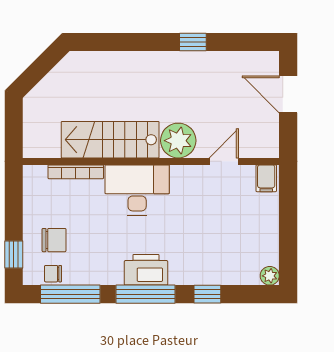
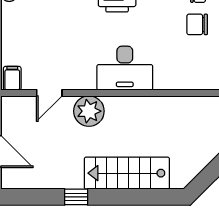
stairs: (110, 140) -> (127, 173), moved, turned 180
bookcase: (76, 172) -> (178, 84), removed

